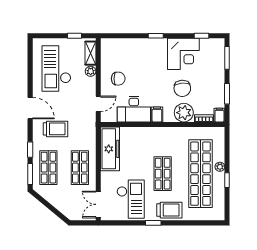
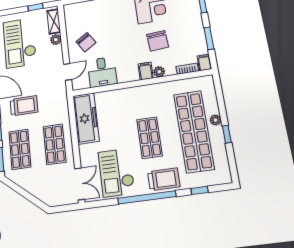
chair: (118, 79) -> (86, 42), turned 58
desk: (134, 109) -> (102, 72), width x0.73
plant: (184, 113) -> (159, 72), width x0.53, depth x0.53
filing cabinet: (157, 114) -> (146, 71), moved
checkout: (131, 199) -> (116, 173), turned 180
double door: (98, 204) -> (80, 184), swing flipped
window: (153, 223) -> (147, 197), width x3.17
window: (197, 223) -> (200, 190), added

